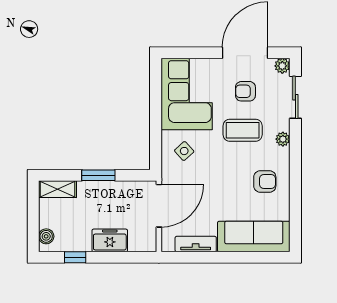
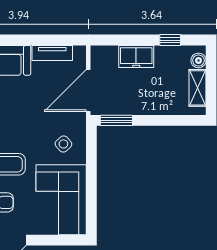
window: (98, 175) -> (116, 120), moved
shelving: (58, 189) -> (198, 88), moved, turned 90

